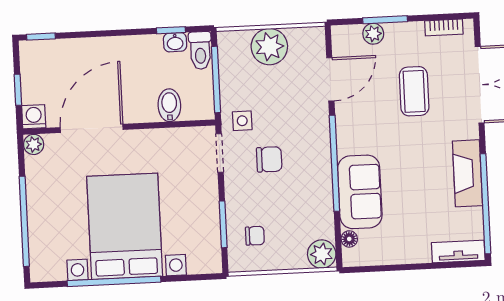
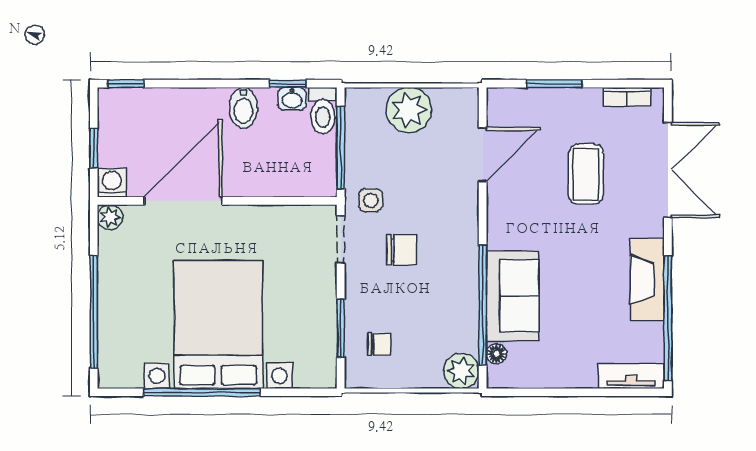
plant: (373, 34) -> (539, 100), removed
bidet: (169, 105) -> (243, 108), moved, turned 180
window: (334, 163) -> (483, 305), moved

